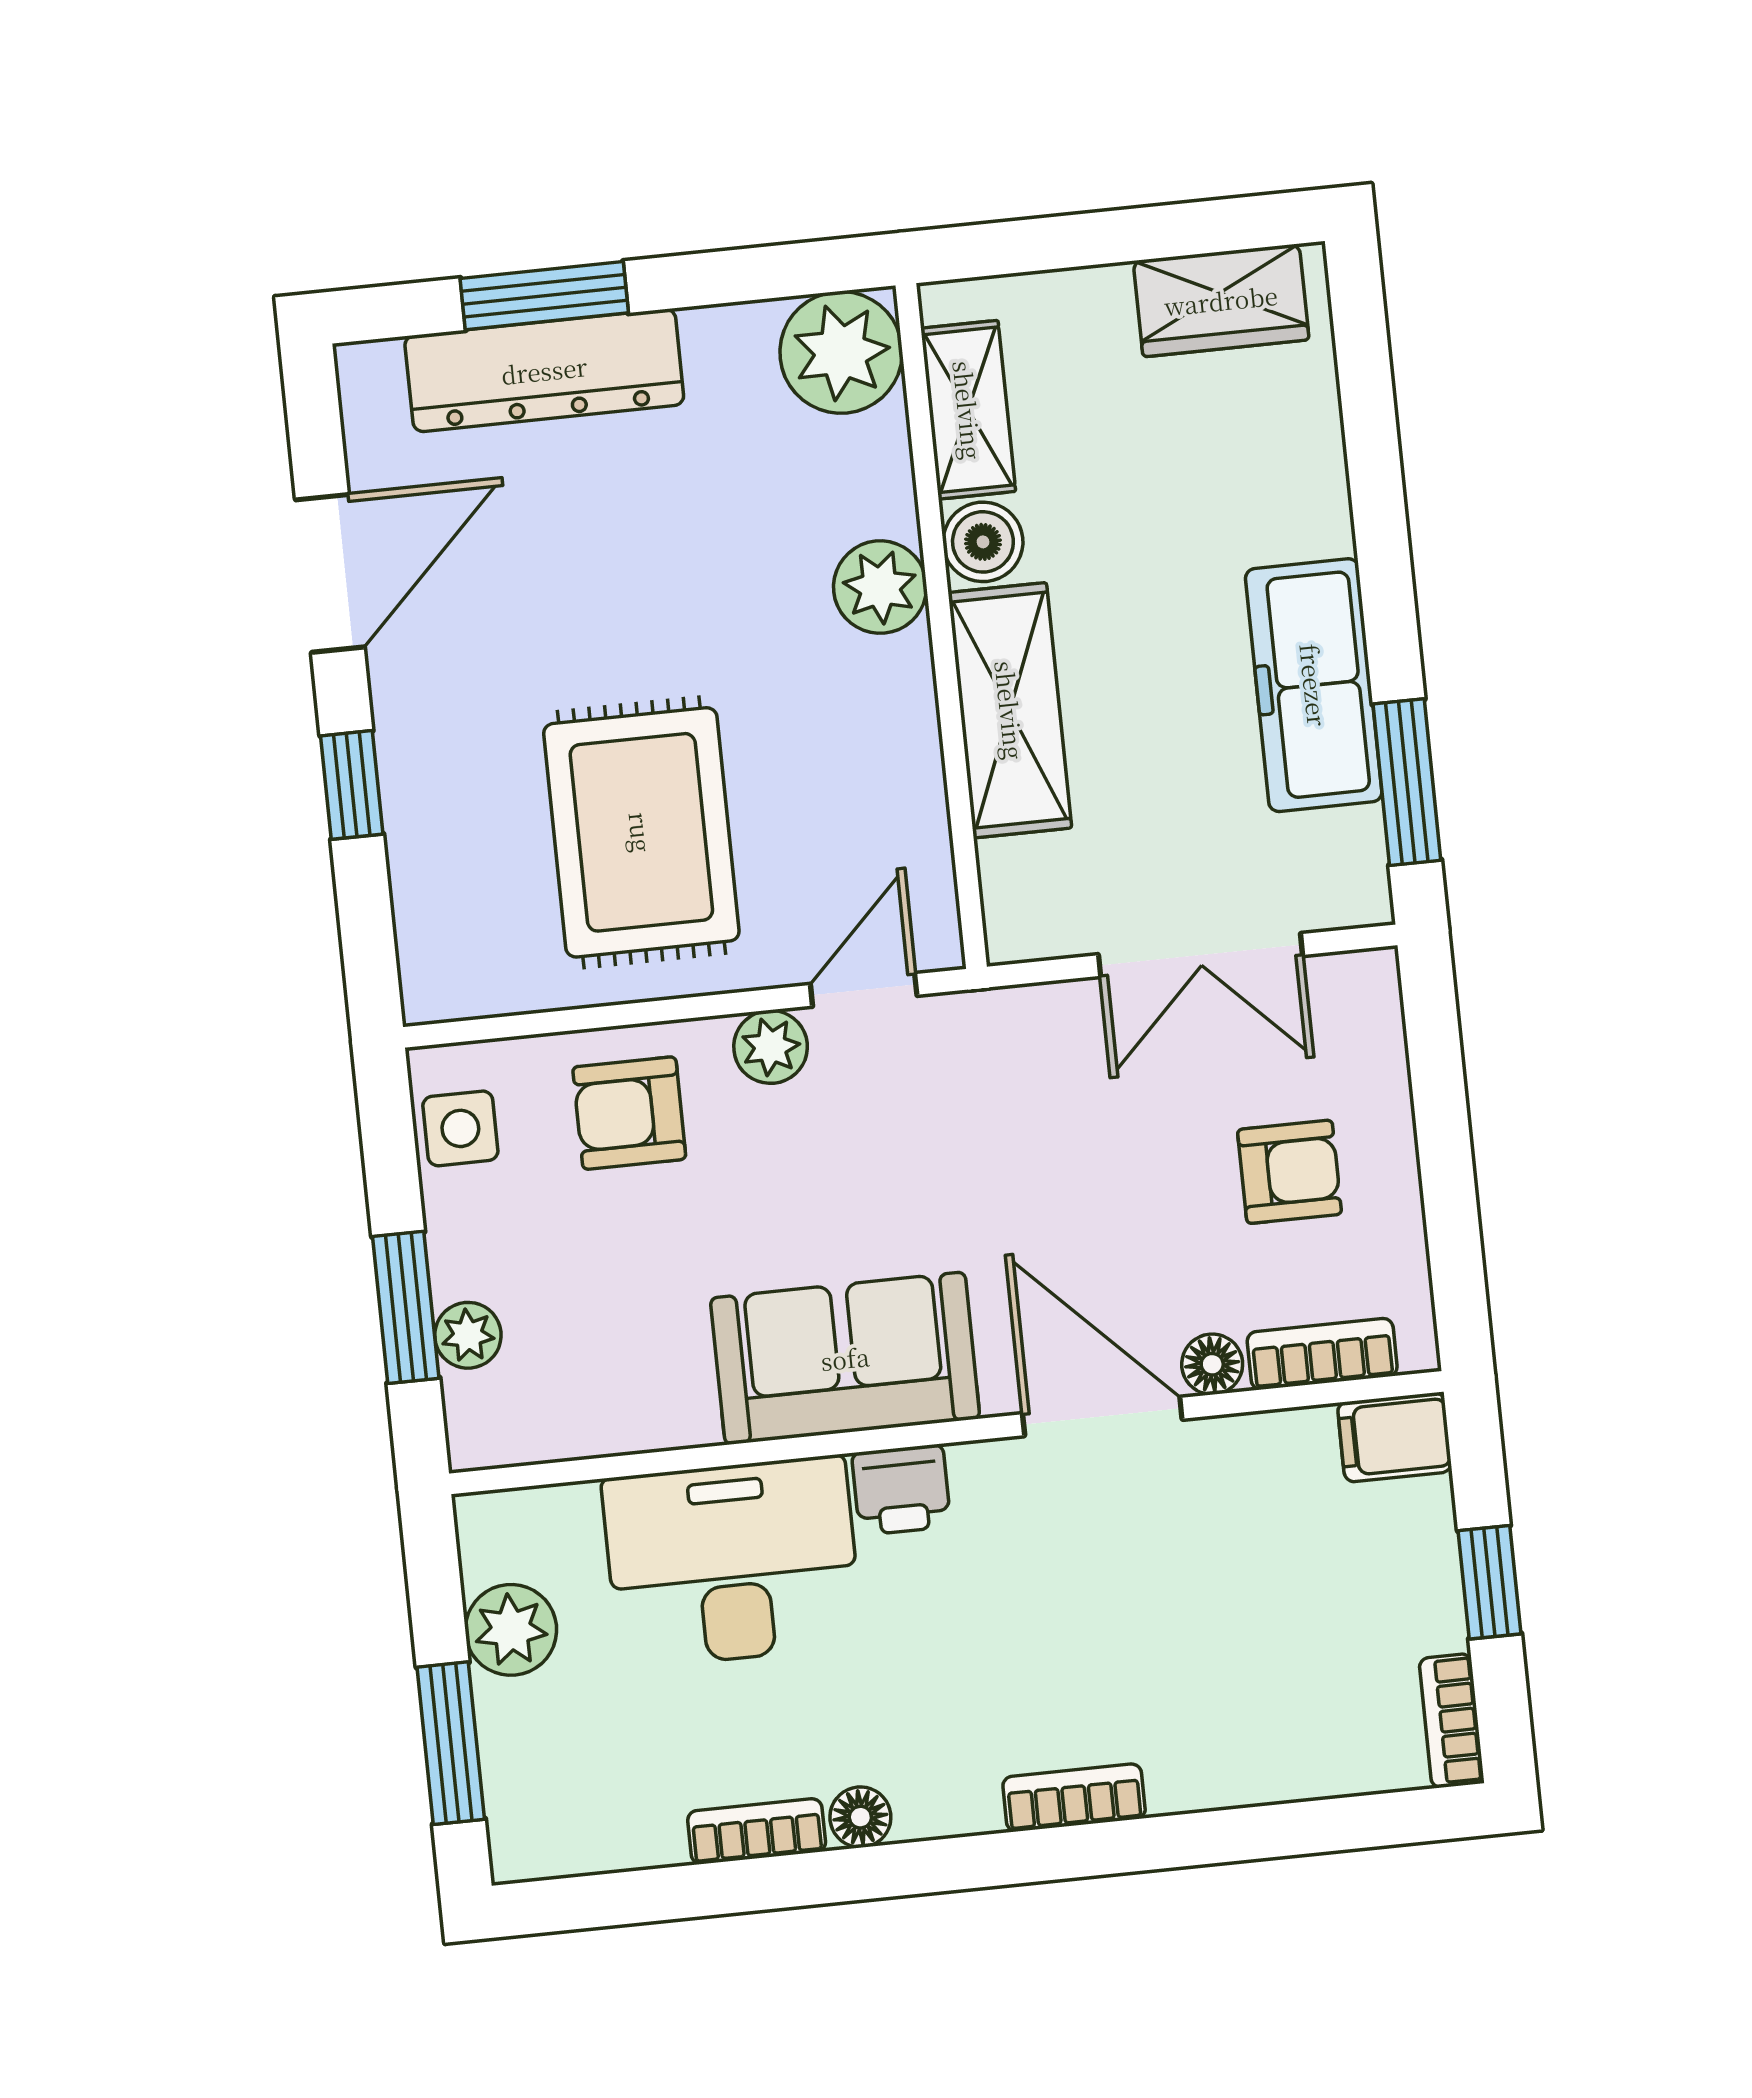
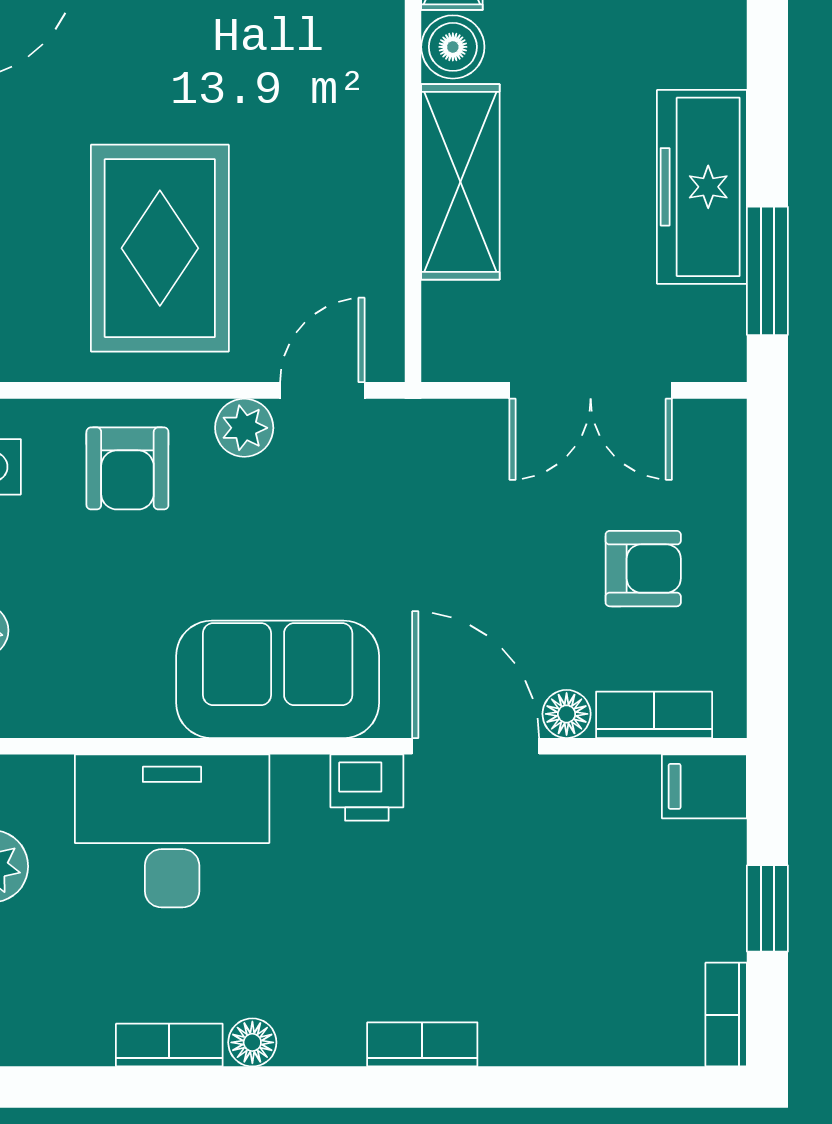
plant: (880, 587) -> (368, 74), removed
armchair: (629, 1113) -> (127, 468), turned -90
printer: (901, 1490) -> (367, 788), moved

